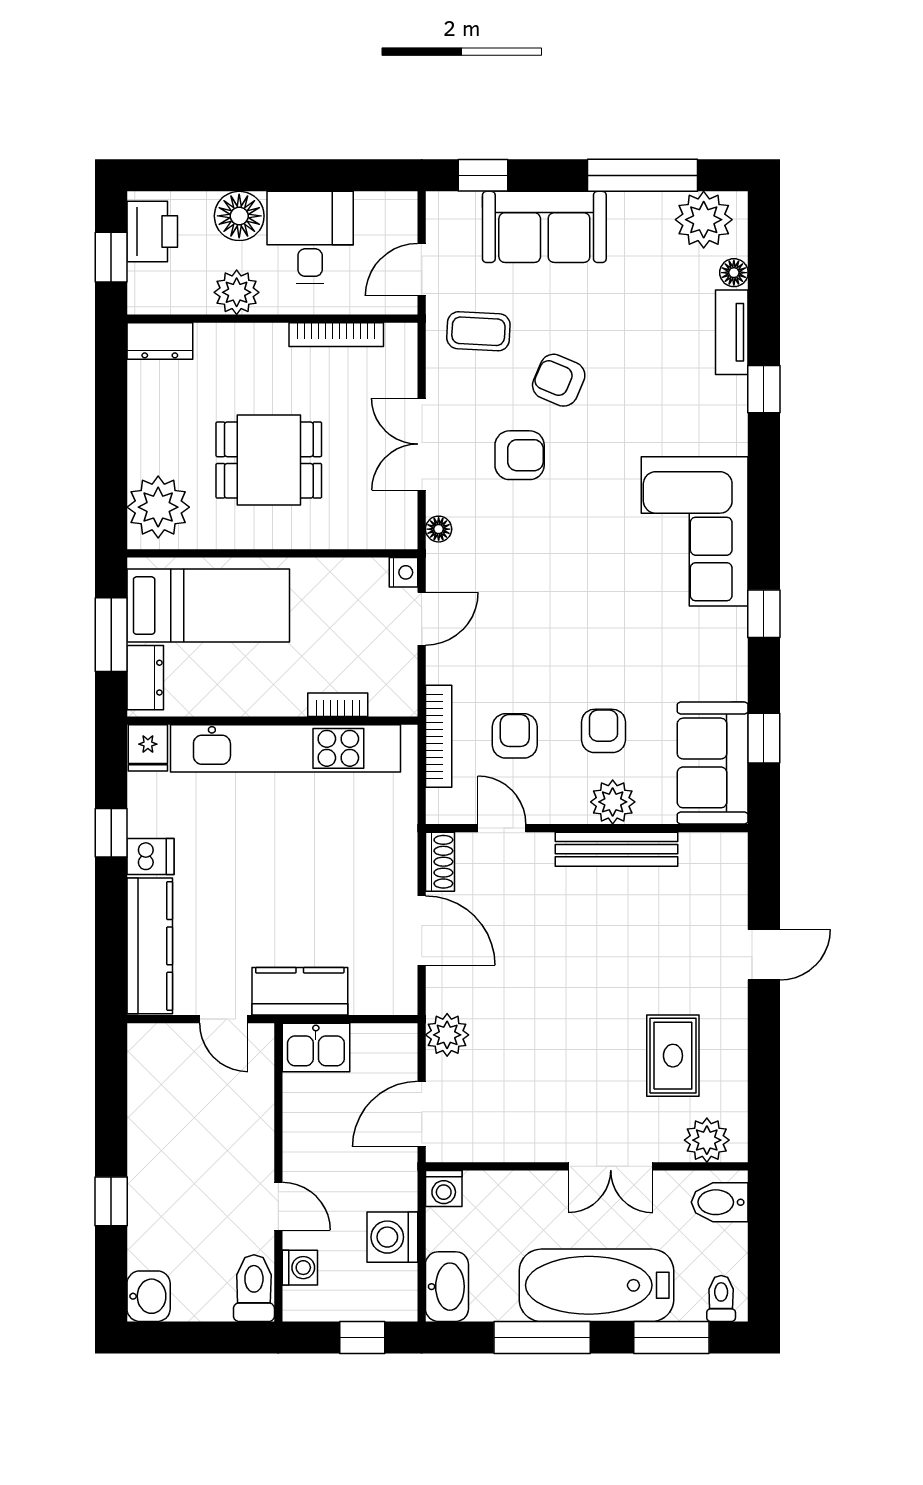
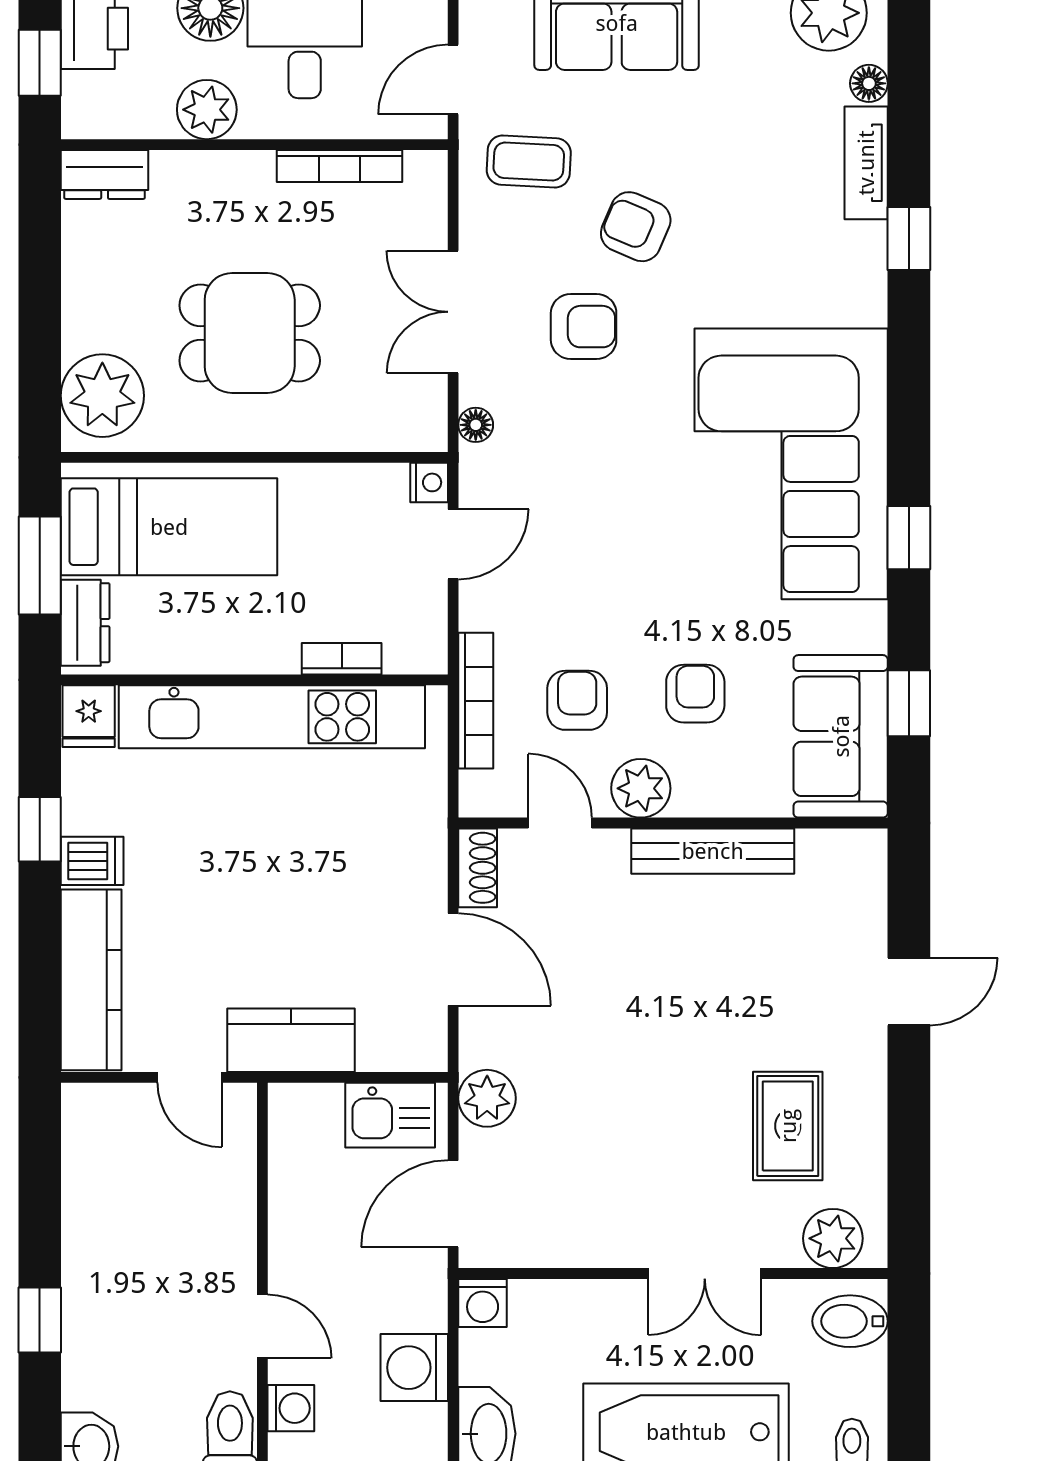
corner sofa: (695, 531) -> (791, 464), width x1.36, depth x1.36
plant: (613, 802) -> (641, 788), moved
kitchen sink: (316, 1047) -> (390, 1115), moved

